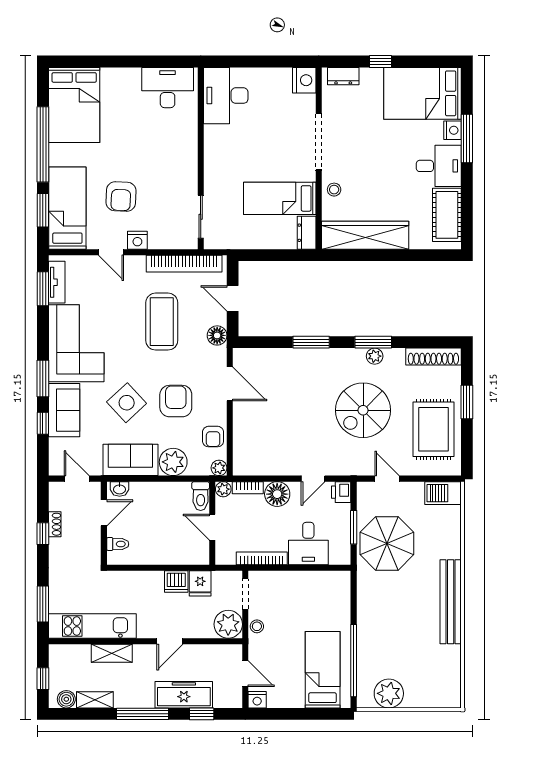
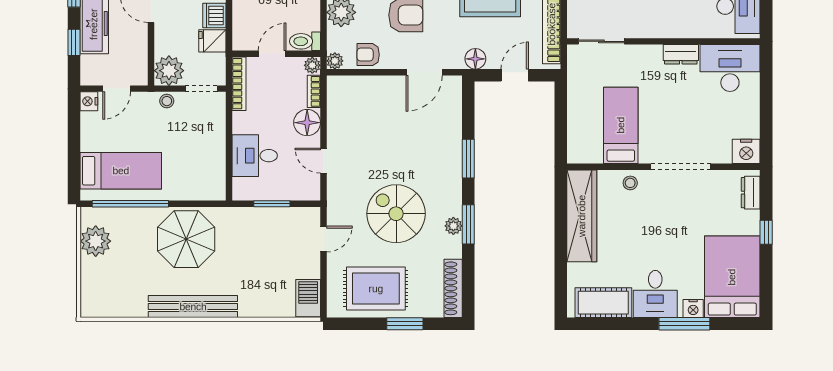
dresser: (307, 233) -> (681, 54), moved, turned 180
printer: (341, 492) -> (309, 190), removed
parasol: (387, 543) -> (186, 239), moved
bookcase: (262, 558) -> (239, 84), moved

